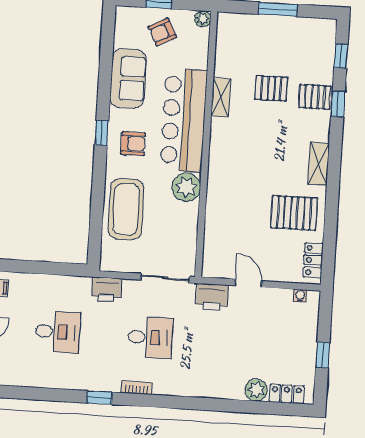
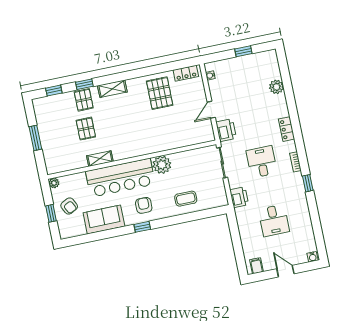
shelving: (319, 164) -> (112, 89), moved
coffee table: (126, 209) -> (186, 199), width x0.54, depth x0.58
desk: (58, 332) -> (274, 220), turned 180
locker: (287, 394) -> (287, 129), moved

